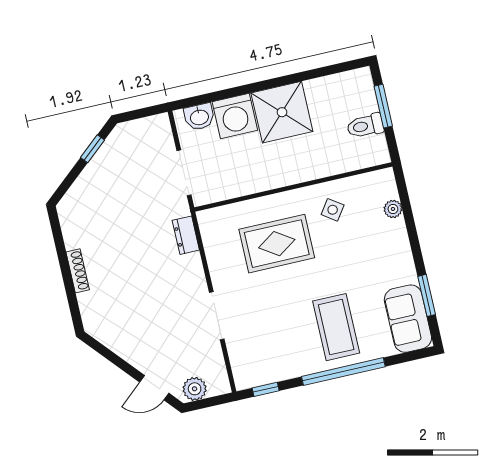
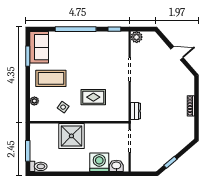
shower: (282, 112) -> (71, 136), moved
toilet: (365, 126) -> (38, 166), moved
rug: (277, 244) -> (93, 97), width x0.73, depth x0.70
coffee table: (336, 327) -> (51, 78), moved, turned 90
door: (154, 388) -> (177, 53), moved
plant: (195, 389) -> (137, 37), moved

